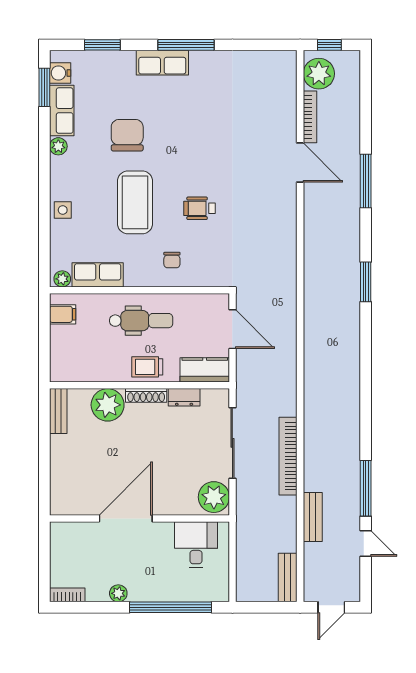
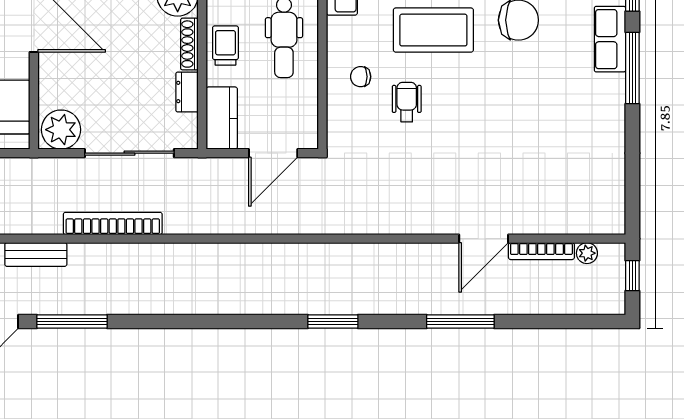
window: (186, 45) -> (632, 68), moved
row of seats: (162, 63) -> (610, 39), moved
plant: (319, 74) -> (587, 253), width x0.53, depth x0.53
wheelchair: (200, 208) -> (407, 102), moved

